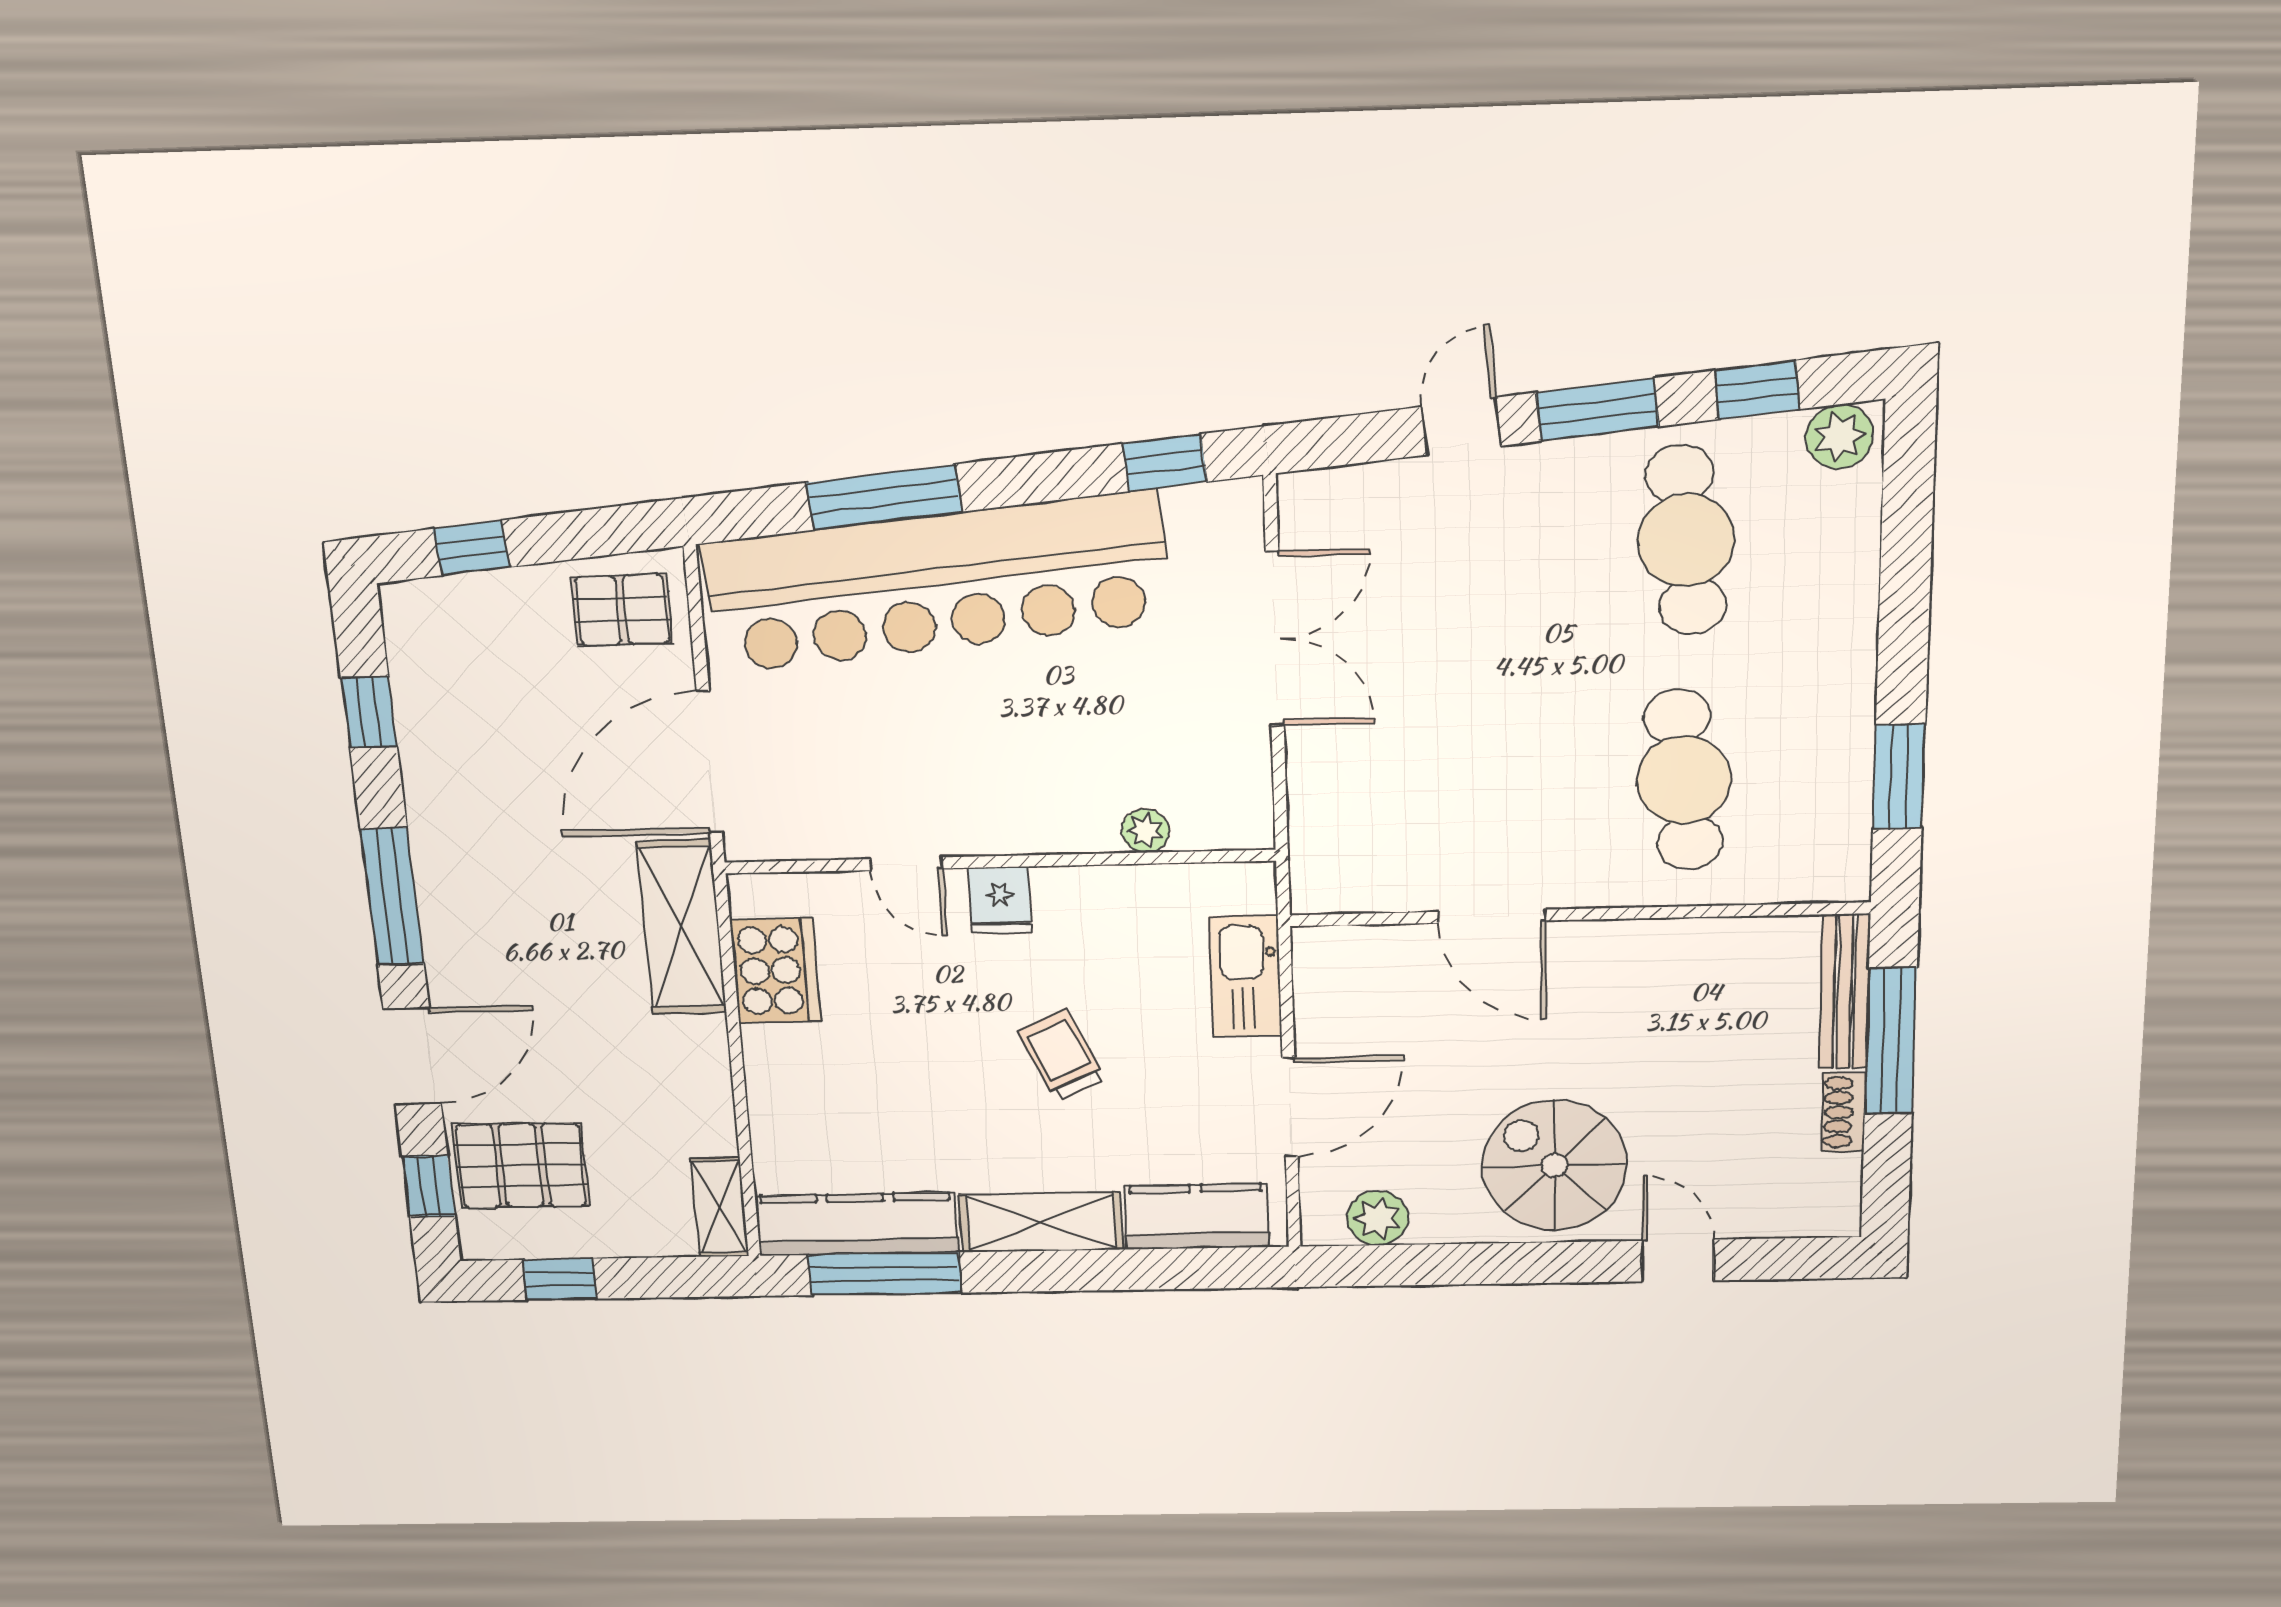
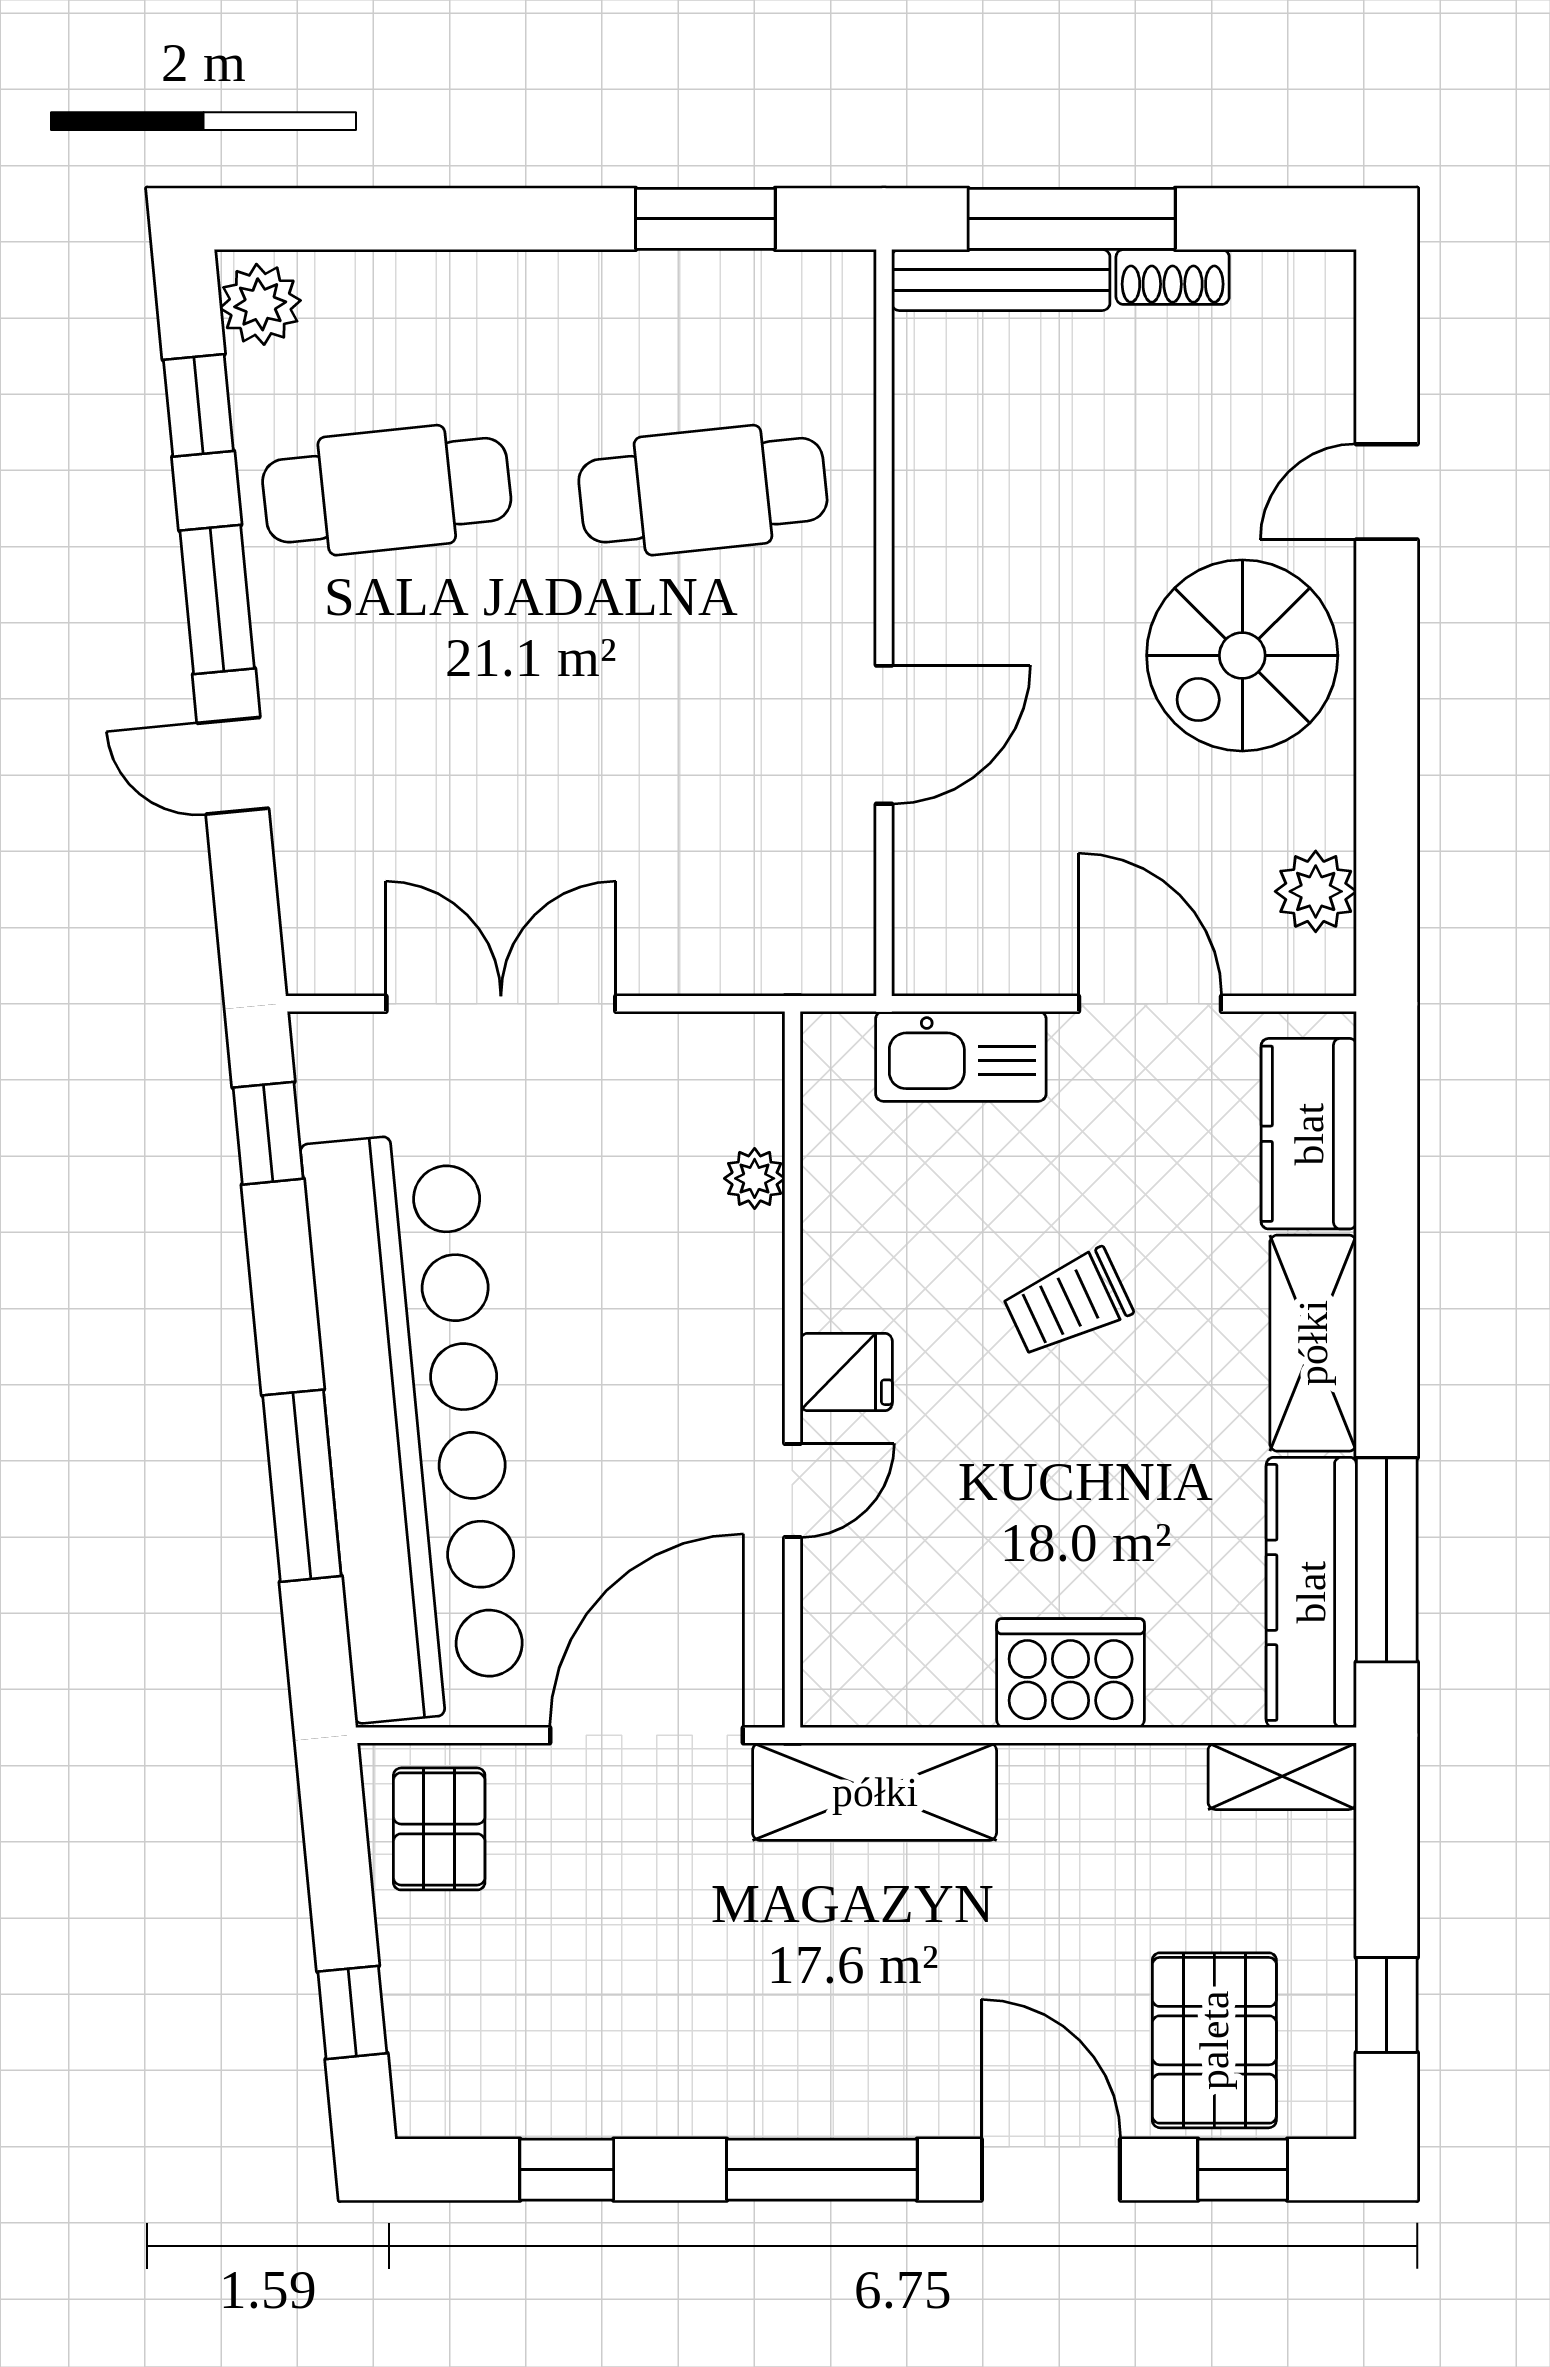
door: (709, 762) -> (646, 1735), swing flipped
cooker: (775, 970) -> (1071, 1673), moved

